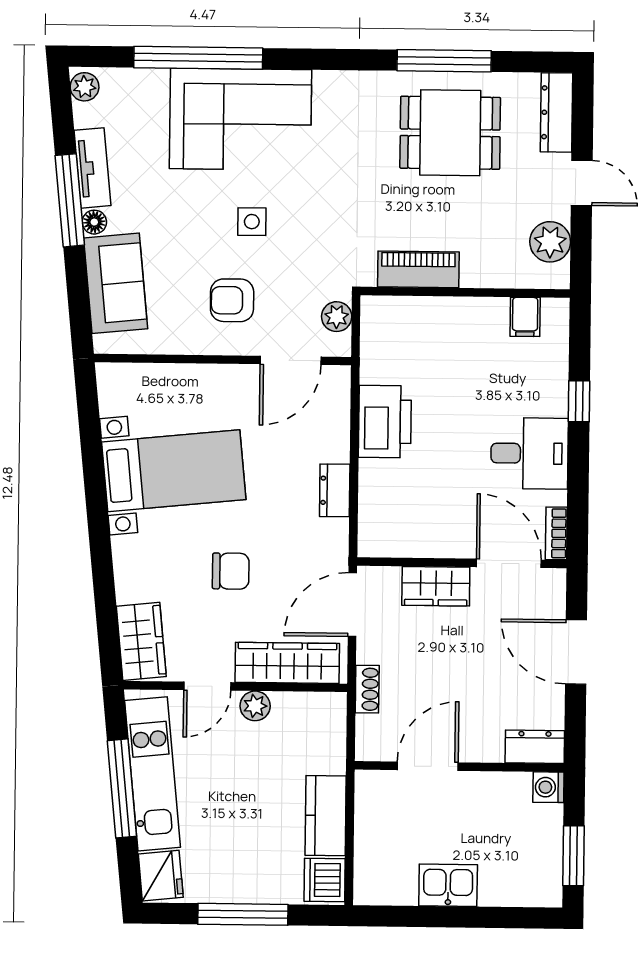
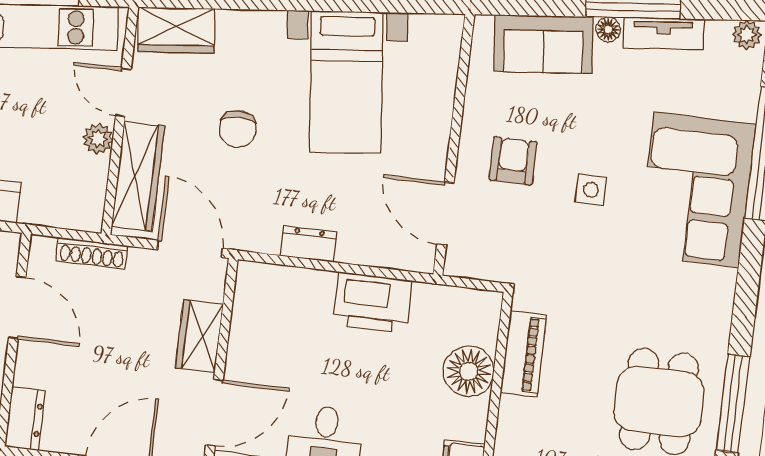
plant: (337, 317) -> (485, 265), removed
floor lamp: (441, 321) -> (469, 371), added
shoe rack: (367, 689) -> (92, 253), width x1.43

